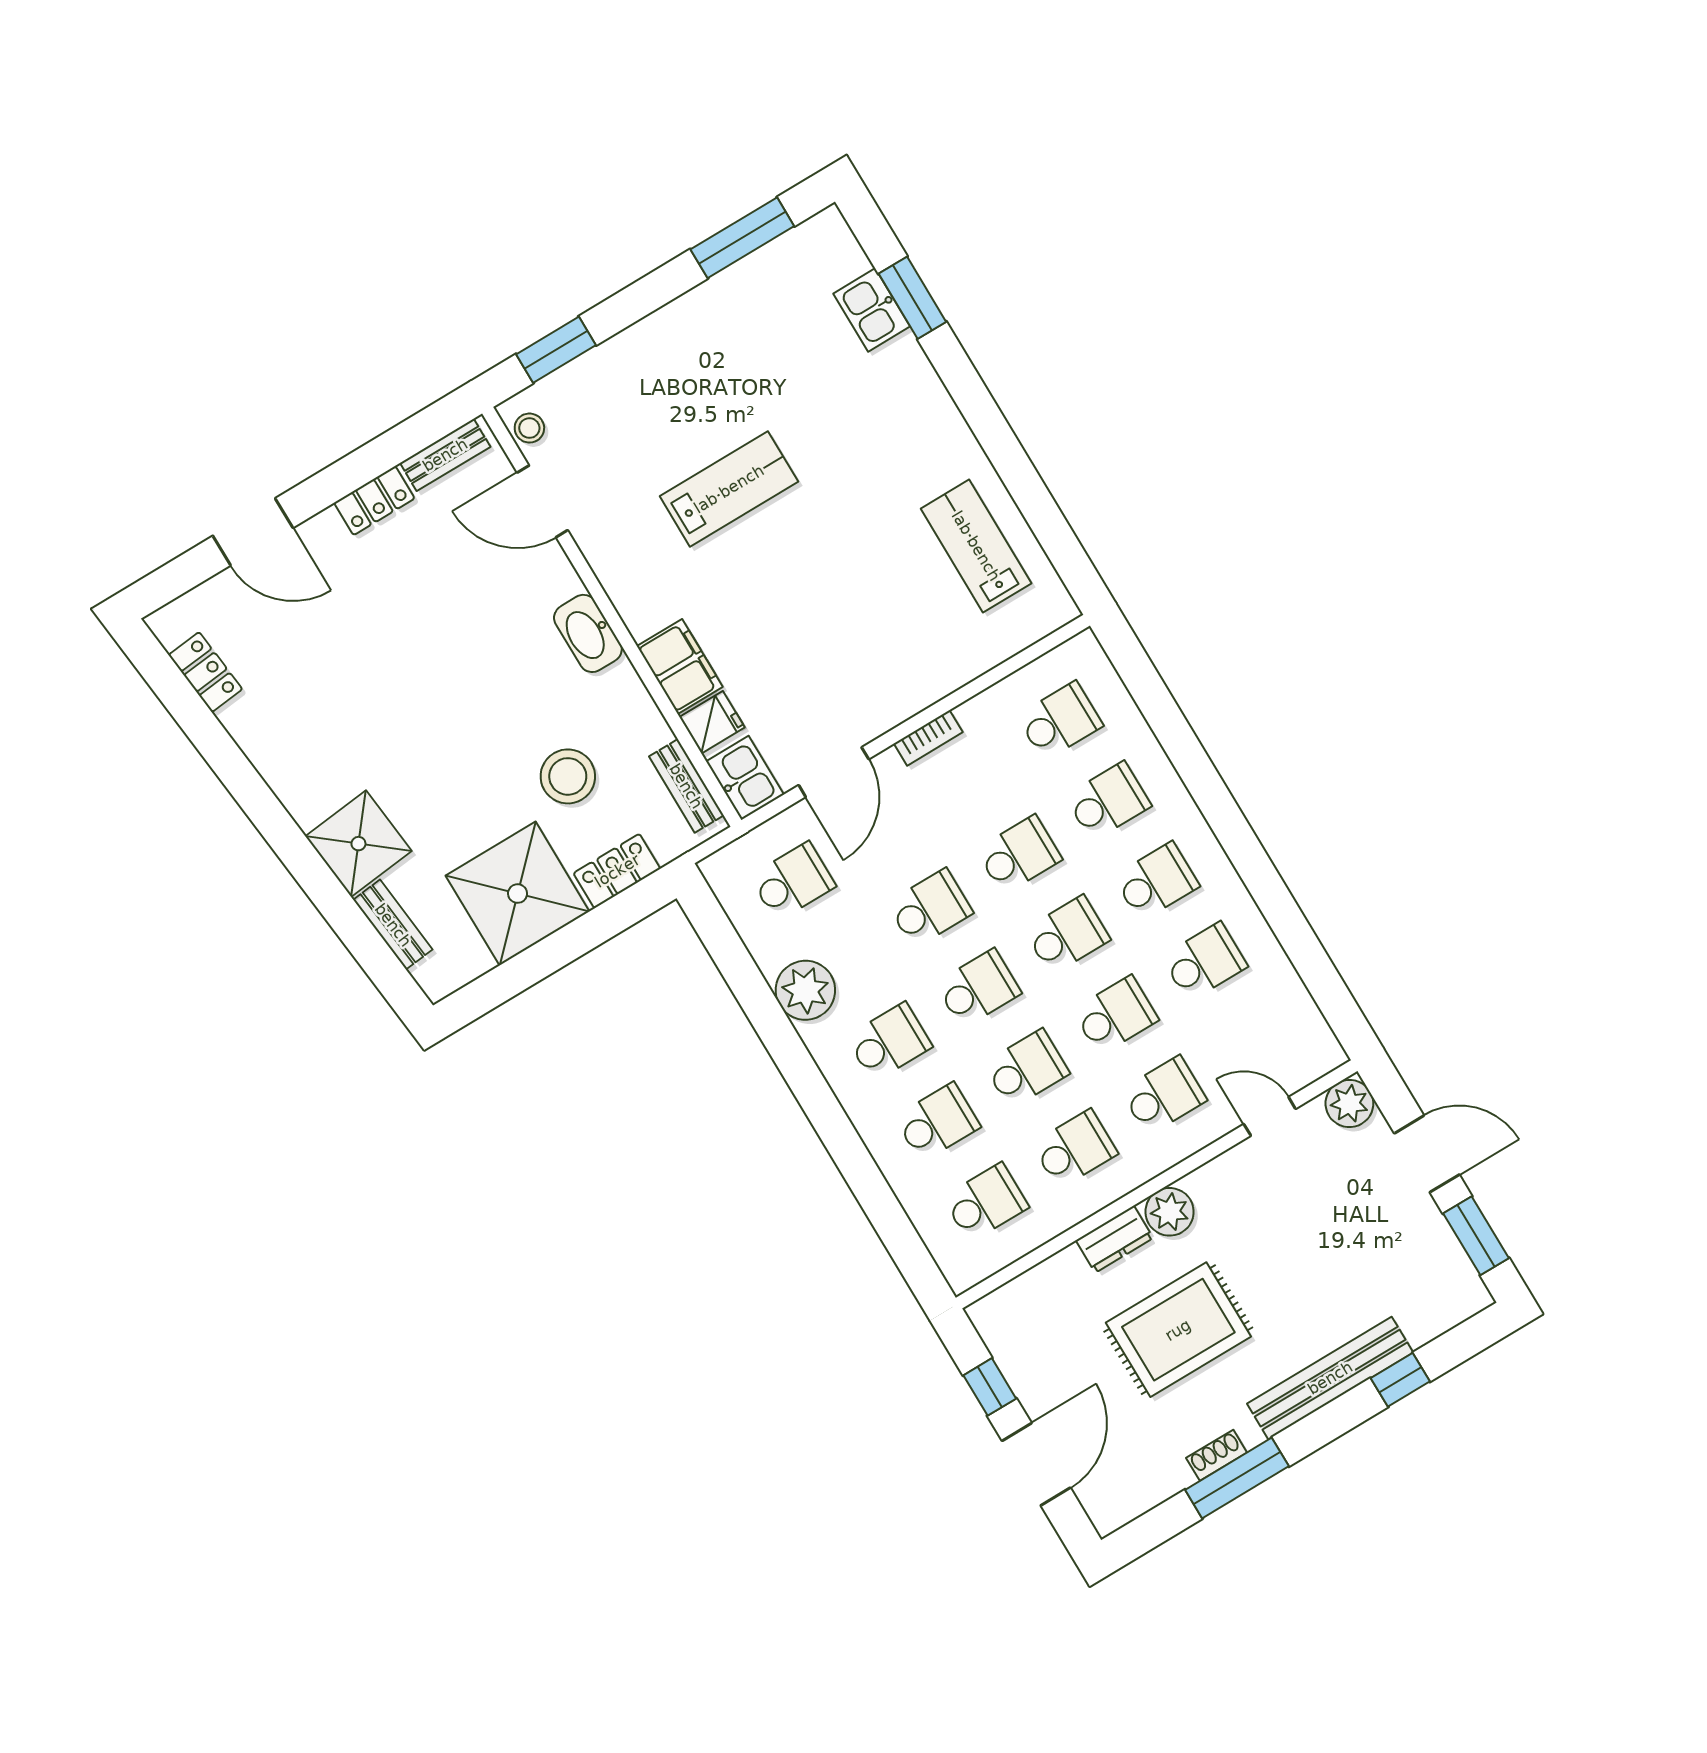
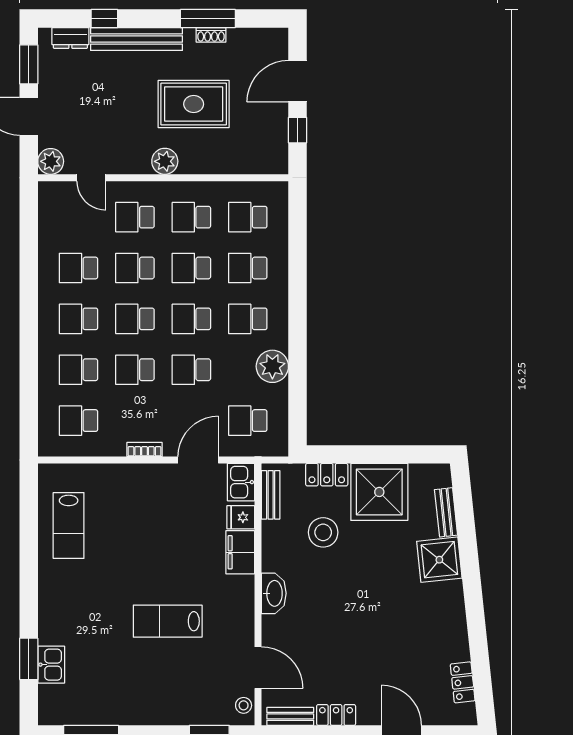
dresser: (1115, 1239) -> (70, 38), moved, turned 180

